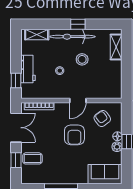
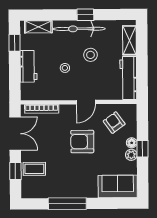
window: (16, 80) -> (15, 43), moved
workbench: (115, 80) -> (128, 78), added
armchair: (74, 135) -> (82, 142), turned 90

